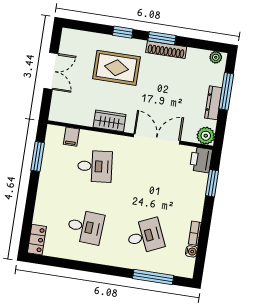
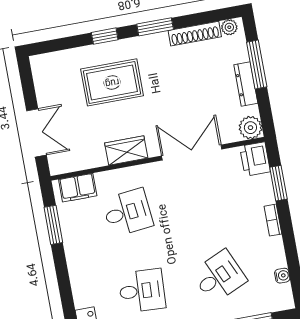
shoe rack: (166, 50) -> (195, 34), moved
double door: (51, 71) -> (37, 133), moved
filing cabinet: (71, 137) -> (78, 188), width x2.00
bookcase: (195, 233) -> (273, 220), moved

